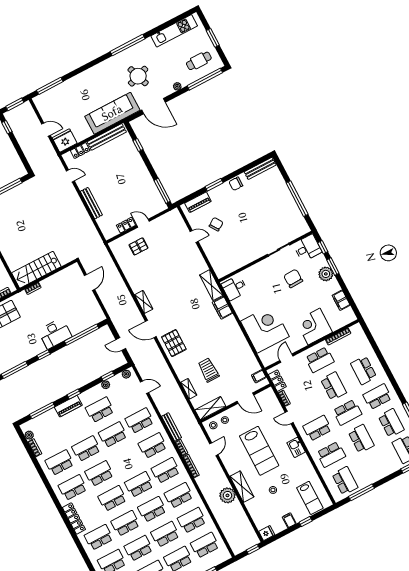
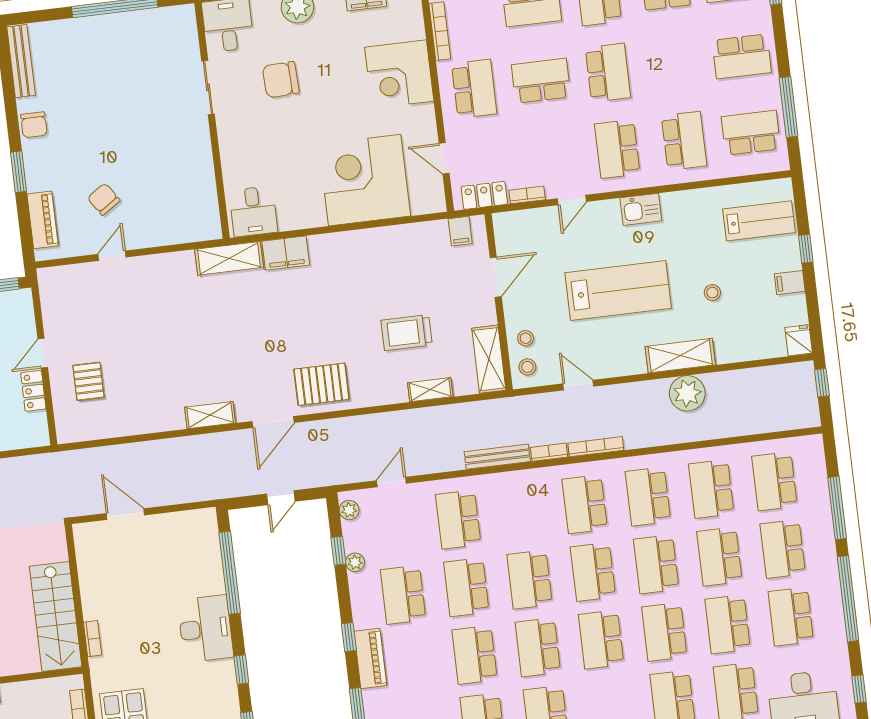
school desk: (361, 439) -> (742, 56), moved, turned 180
school desk: (153, 446) -> (530, 580), moved

